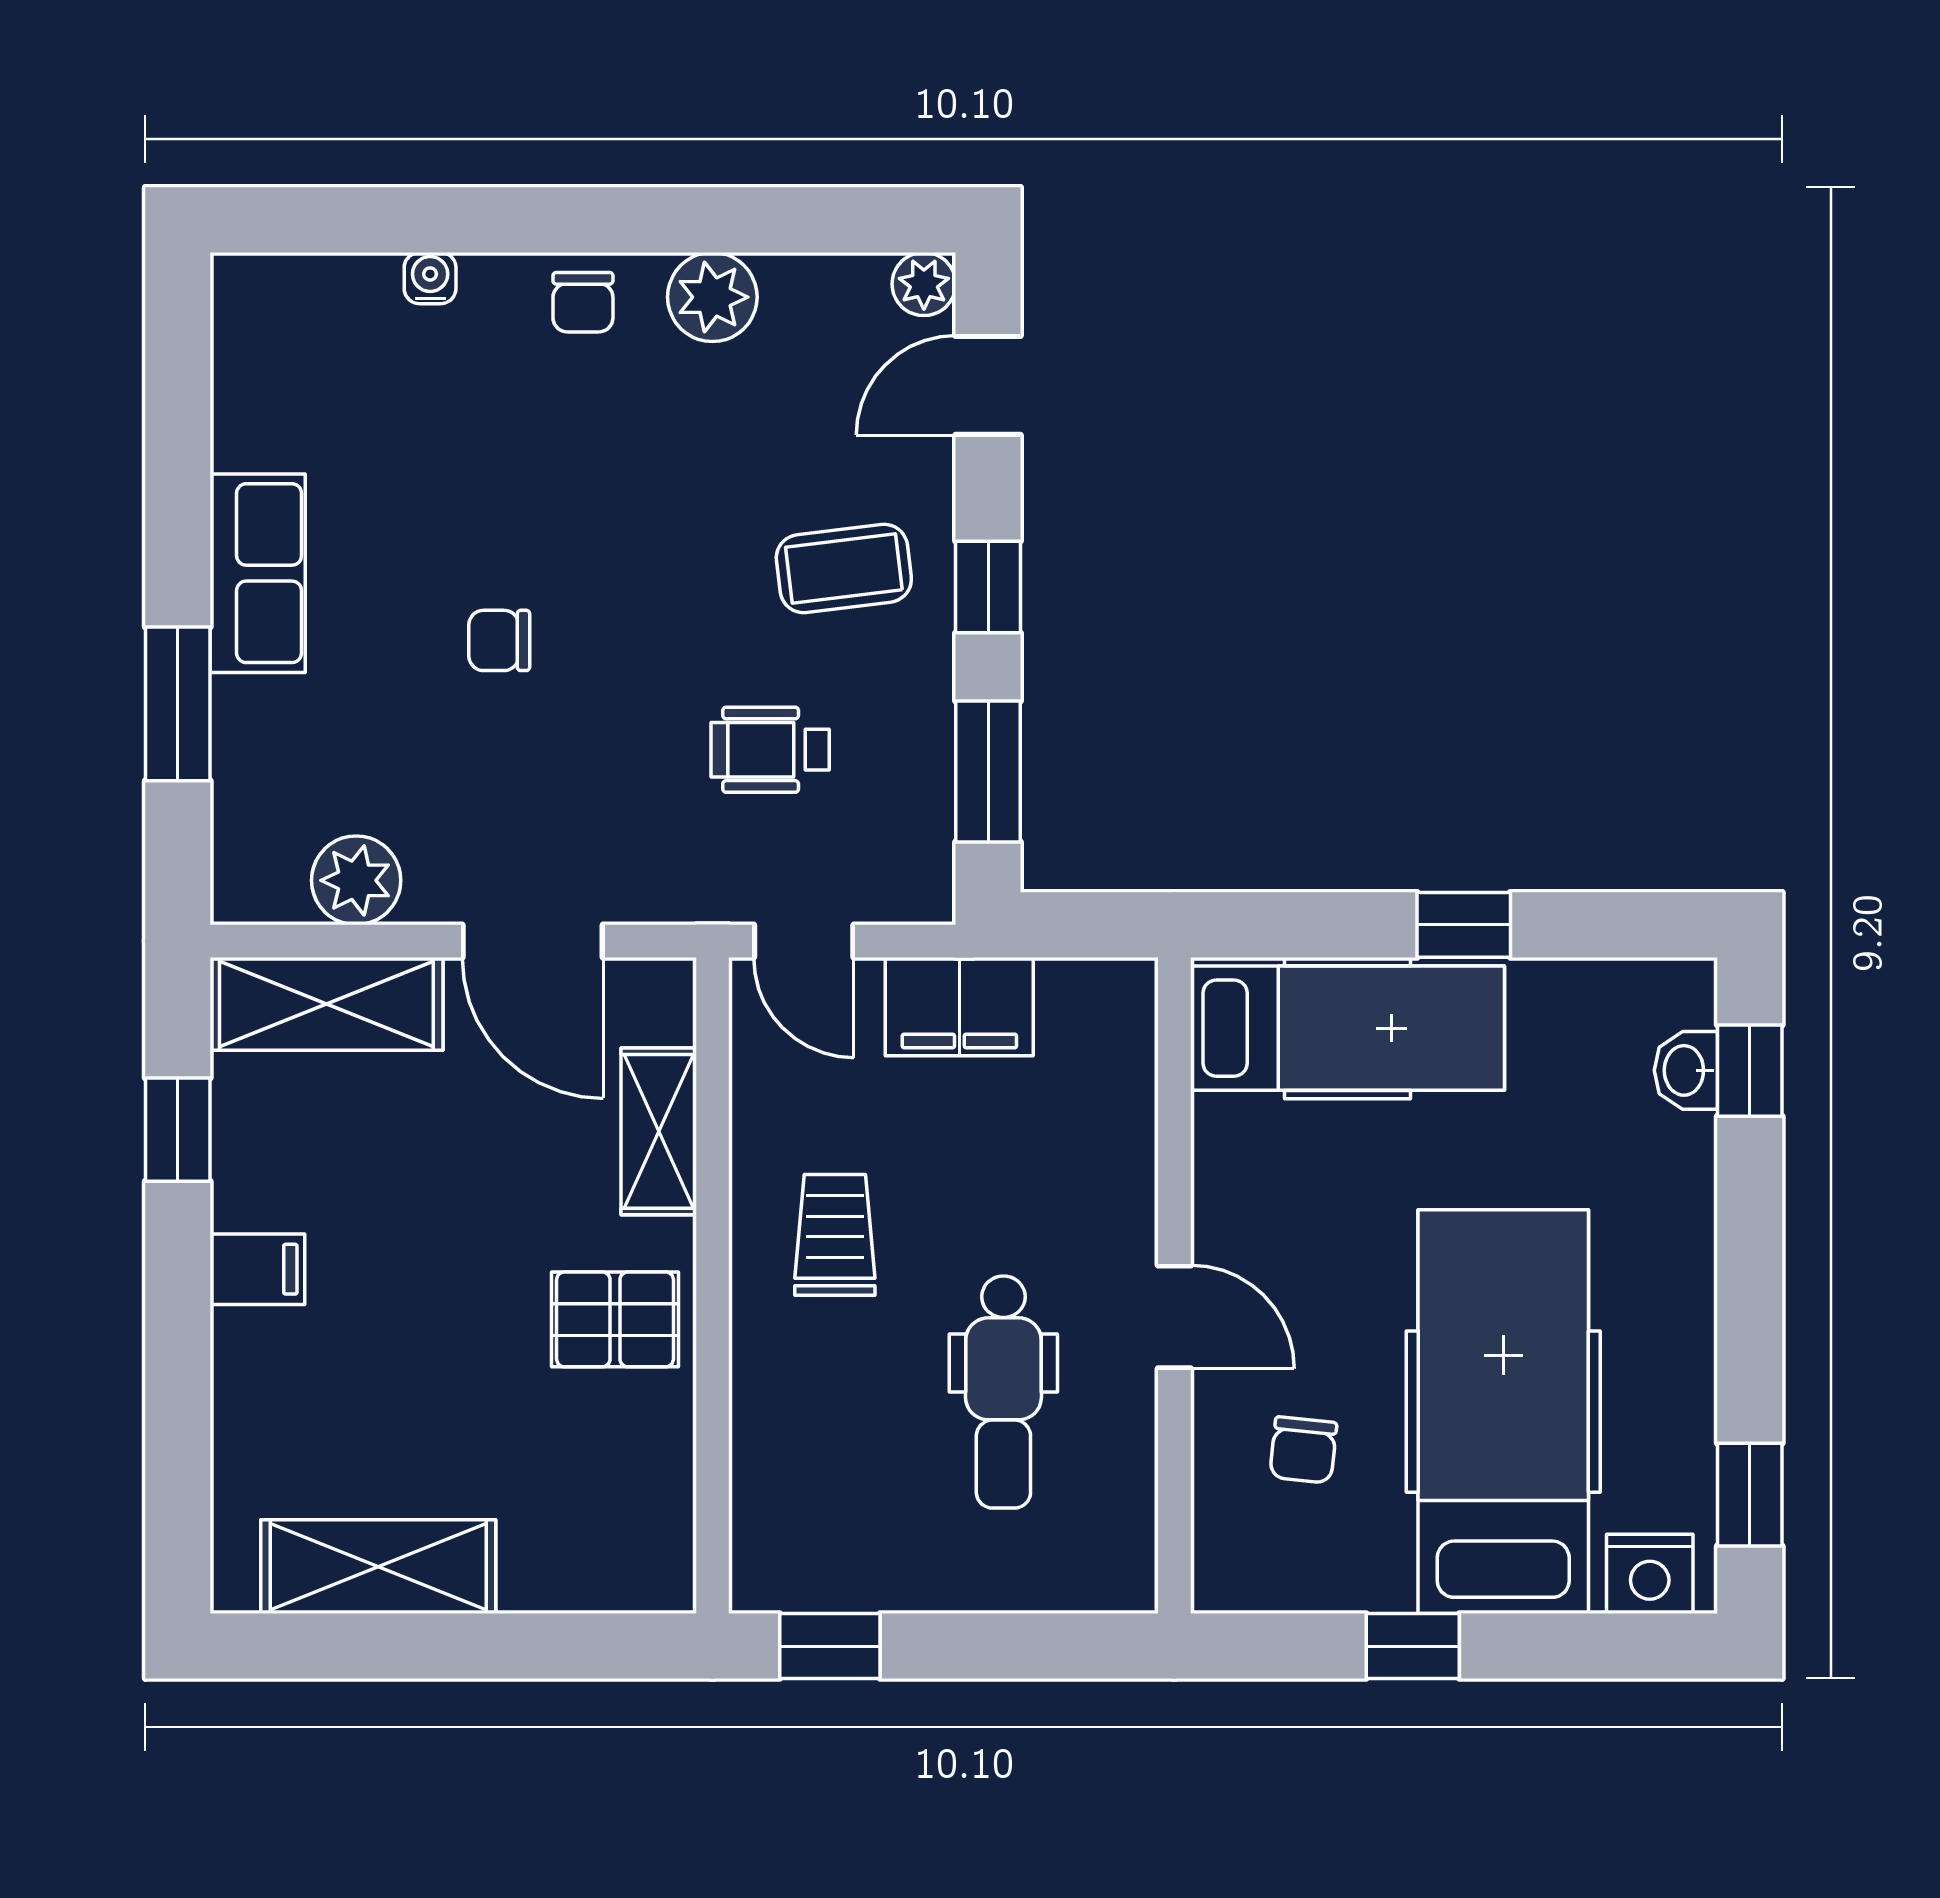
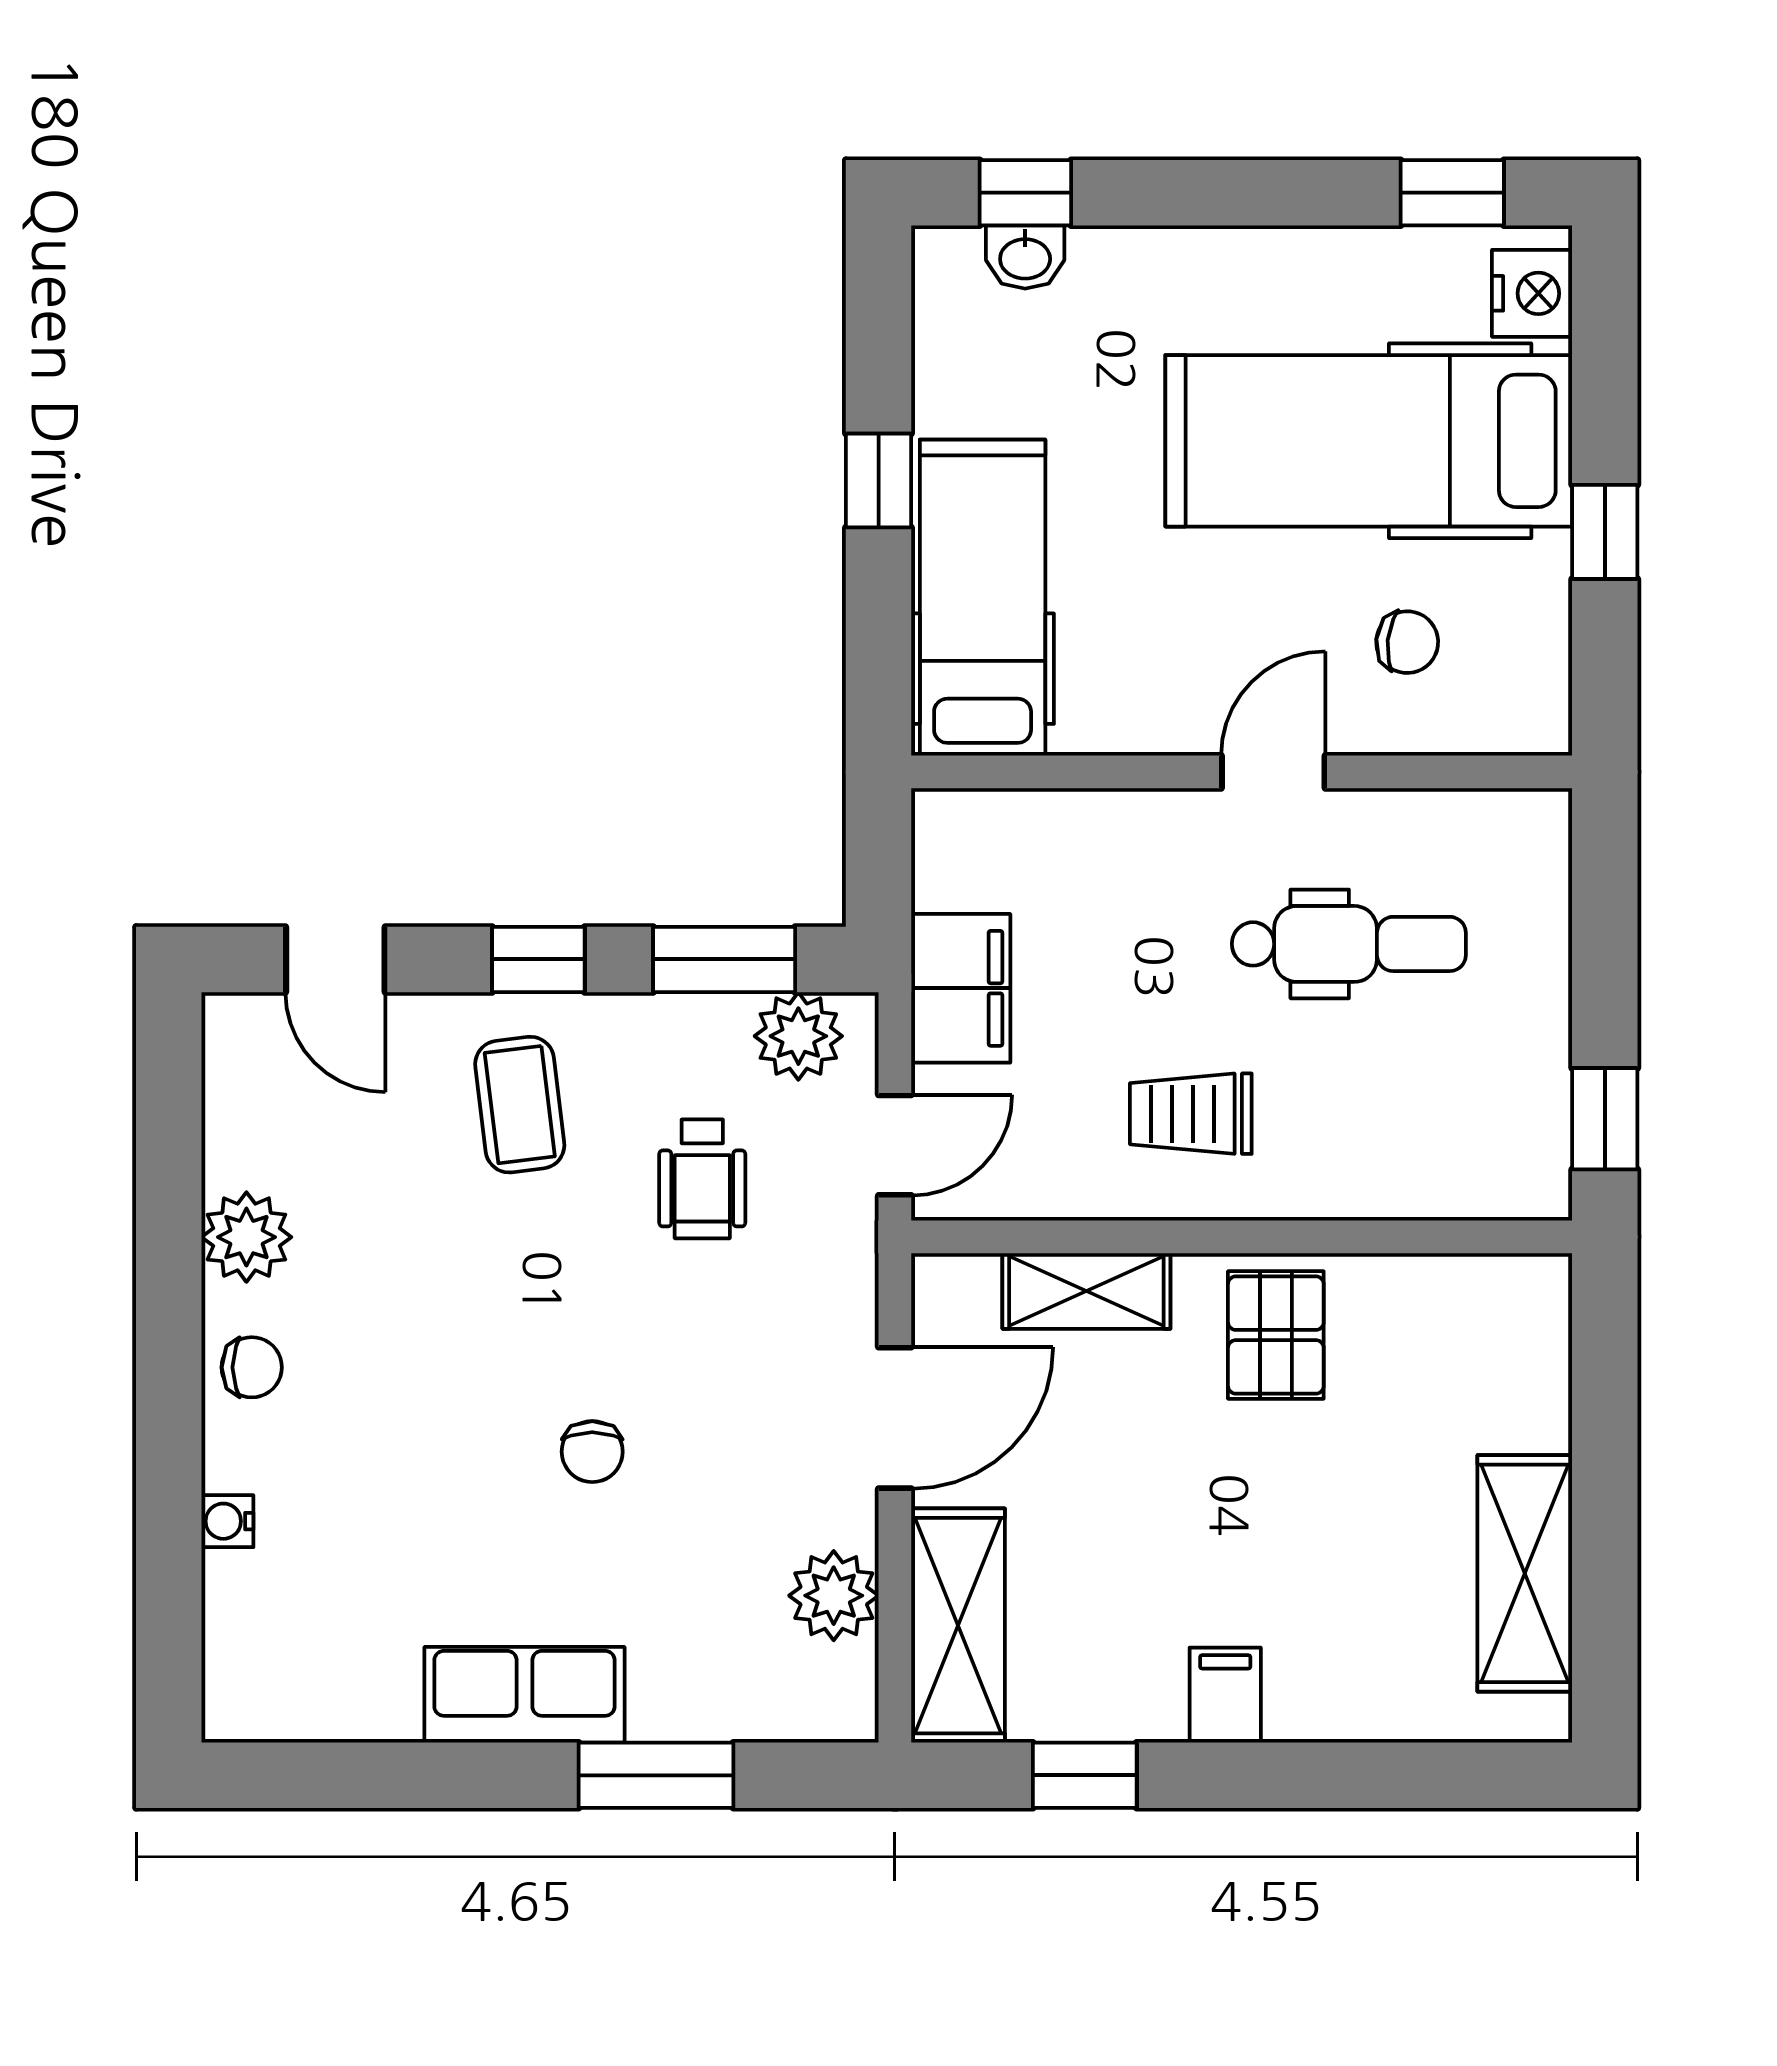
plant: (924, 284) -> (798, 1036), moved, width x1.38, depth x1.38

